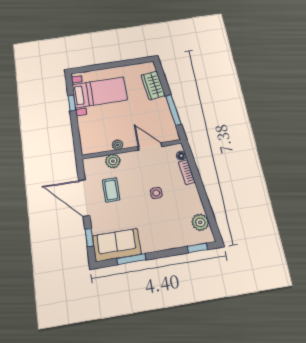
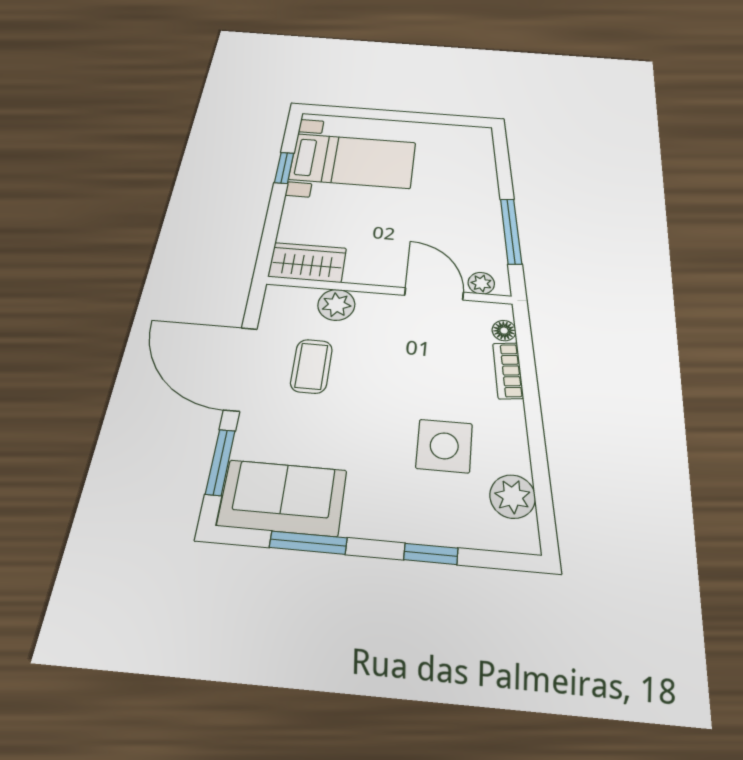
wardrobe: (153, 85) -> (307, 262), moved, turned 97
plant: (117, 145) -> (481, 283), moved
side table: (156, 193) -> (444, 446), moved, width x1.87, depth x1.87
window: (89, 237) -> (220, 462), width x1.50
window: (197, 248) -> (431, 554), moved

